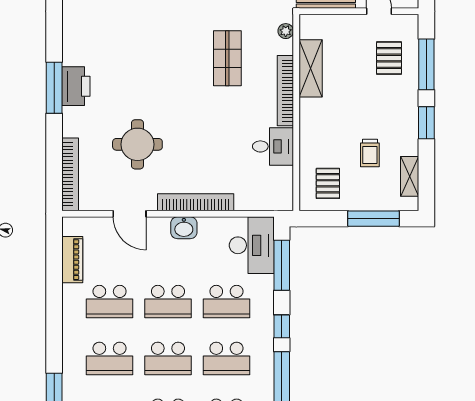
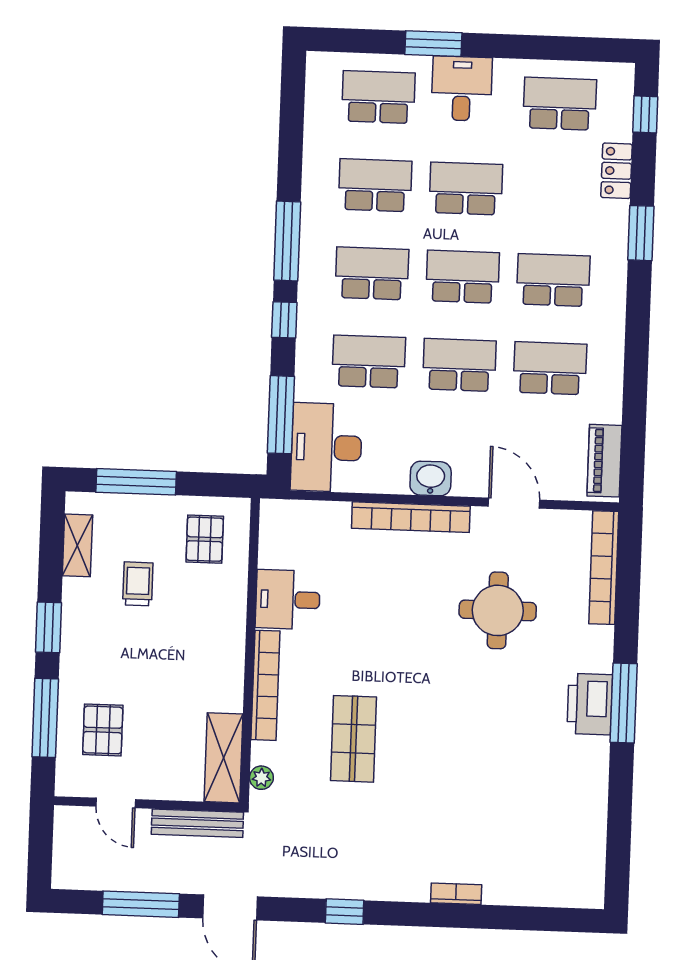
shelving: (311, 68) -> (223, 758), moved
piano: (72, 260) -> (604, 461), moved

